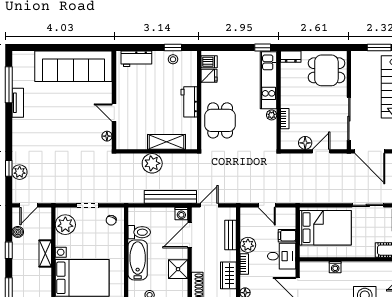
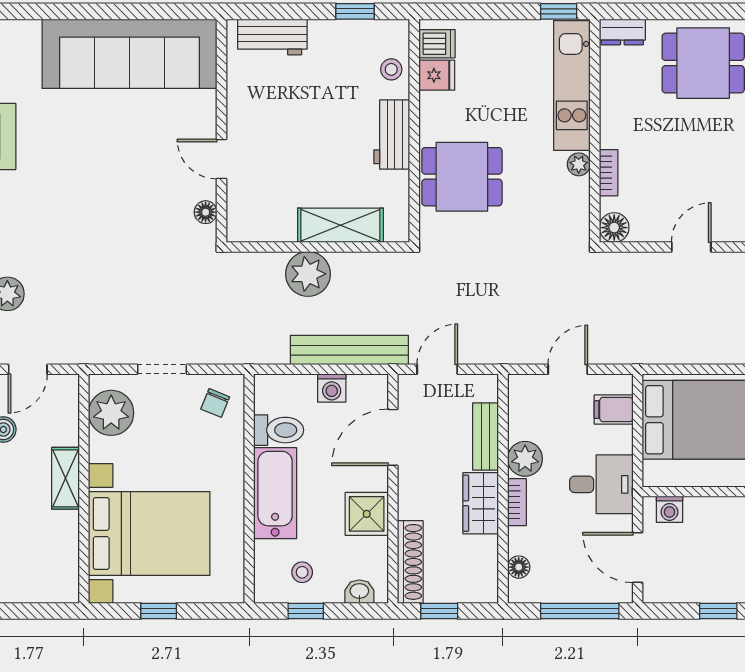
stool: (173, 59) -> (391, 69), moved
dining table: (220, 120) -> (462, 177), turned 90
floor lamp: (305, 143) -> (614, 228), moved
door: (267, 205) -> (568, 369), swing flipped
washing machine: (181, 214) -> (332, 388), moved
filing cabinet: (287, 236) -> (614, 410), moved
washing machine: (335, 267) -> (669, 509), moved
wardrobe: (228, 275) -> (481, 503), moved

